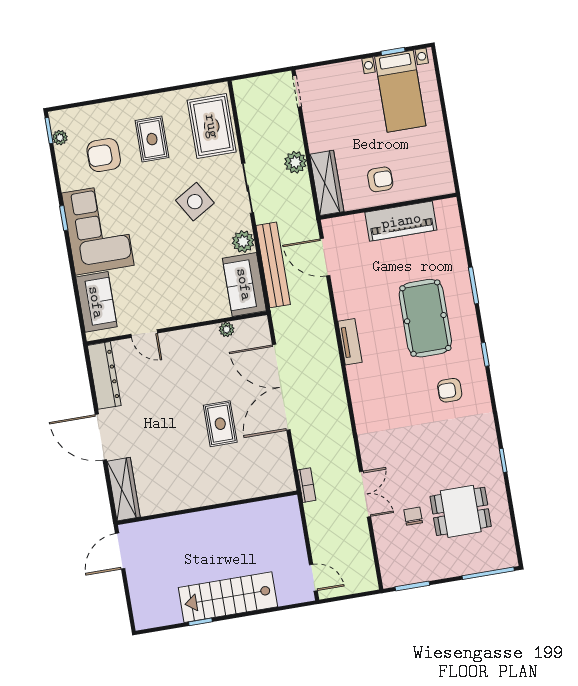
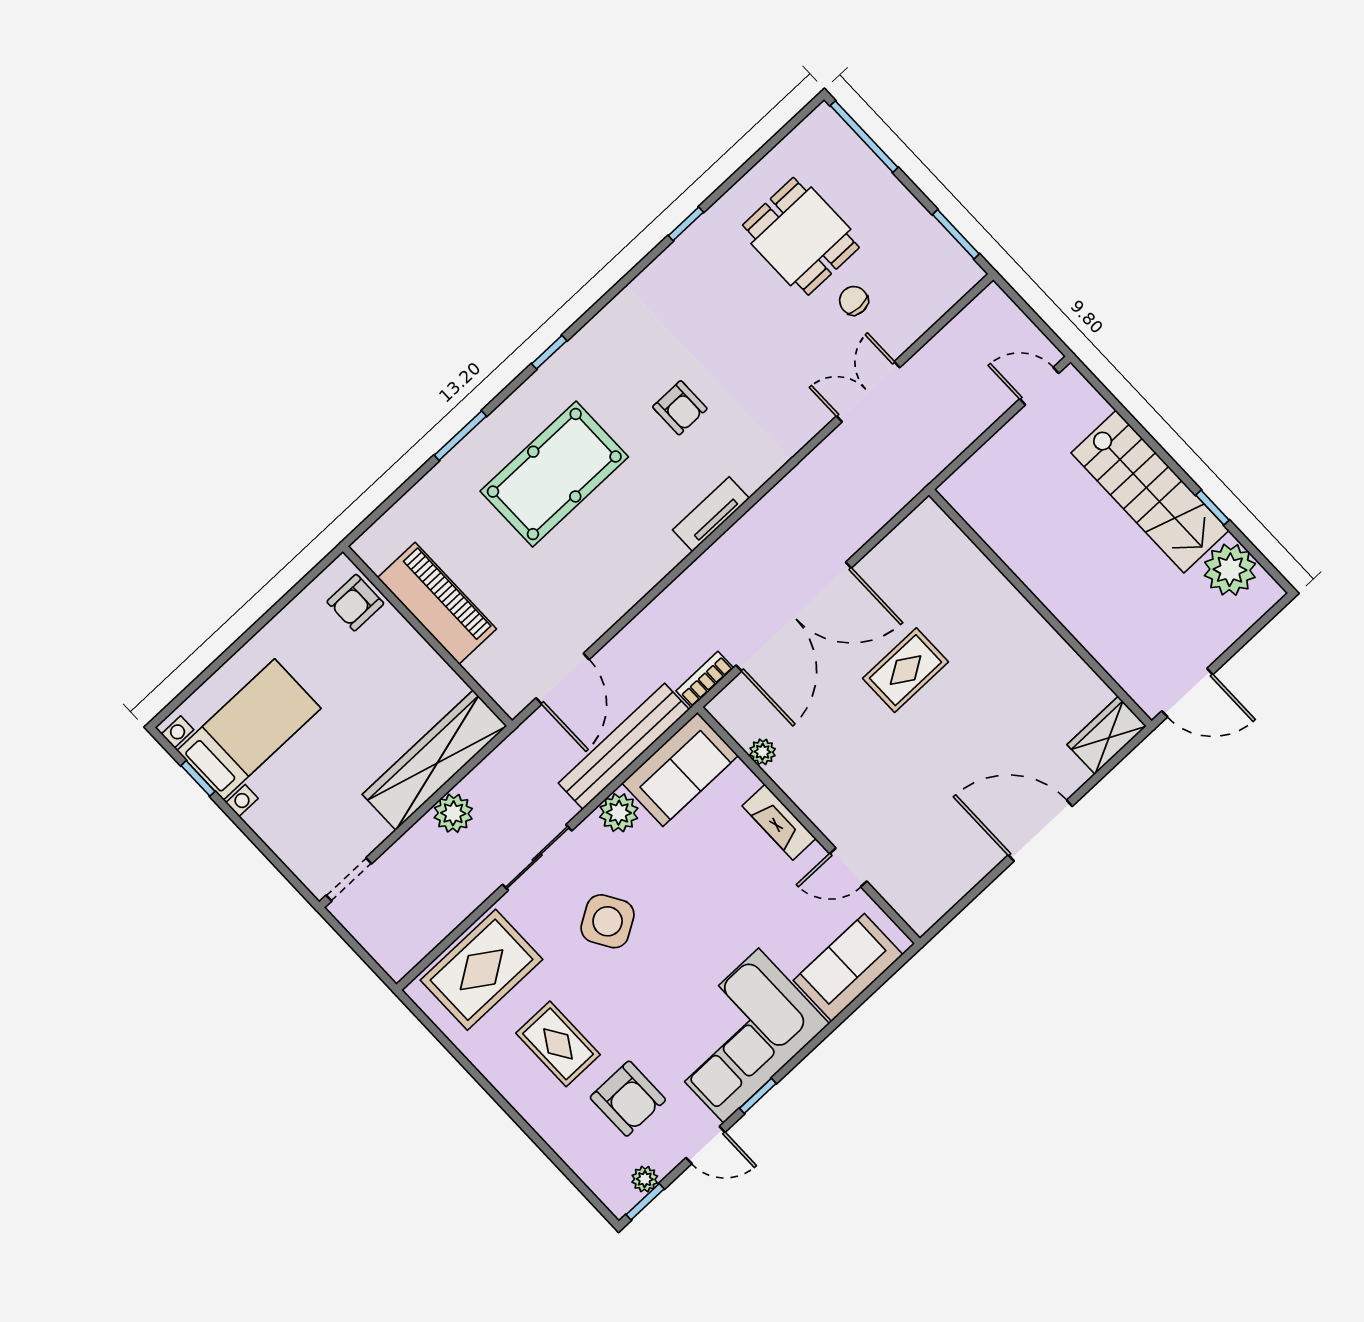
rug: (152, 139) -> (558, 1044), turned 90
door: (57, 177) -> (706, 1145), added
armchair: (380, 179) -> (355, 603), moved, turned -90
wardrobe: (327, 183) -> (435, 760), width x1.40, depth x1.17
fireplace: (188, 315) -> (779, 822), added
door: (144, 334) -> (848, 867), swing flipped
tv unit: (350, 342) -> (711, 514), moved
dresser: (104, 375) -> (948, 885), removed
armchair: (450, 390) -> (680, 408), moved
door: (101, 437) -> (1040, 831), swing flipped
bookcase: (307, 485) -> (705, 679), moved
wardrobe: (124, 489) -> (1107, 735), width x0.67
chair: (413, 516) -> (854, 301), turned 90
door: (313, 578) -> (1039, 386), hinge flipped
plant: (165, 610) -> (1230, 570), added

